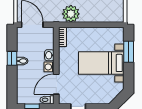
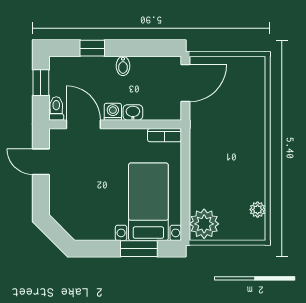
plant: (71, 14) -> (204, 224), moved
window: (12, 58) -> (92, 48), moved
bed with nightstands: (101, 63) -> (148, 202), moved

